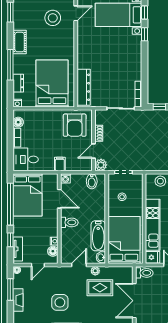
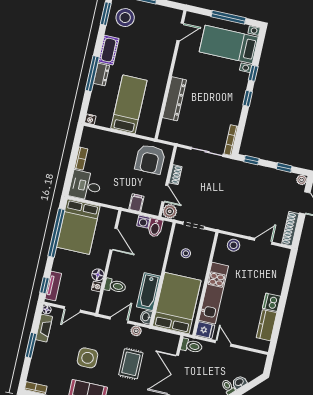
window: (145, 13) -> (248, 98), moved
stool: (53, 18) -> (125, 18), moved
dresser: (18, 83) -> (101, 74), moved
bed: (52, 84) -> (129, 104), width x0.67
dresser: (84, 87) -> (174, 99), moved
floor lamp: (18, 122) -> (86, 141), removed
door: (93, 151) -> (165, 194), swing flipped
filing cabinet: (60, 164) -> (136, 203), moved
washing machine: (65, 178) -> (143, 222), moved
toilet: (69, 222) -> (115, 286), moved
window: (10, 240) -> (45, 285), moved
floor lamp: (53, 251) -> (98, 275), moved
rug: (100, 288) -> (131, 364), moved, turned 90
window: (10, 290) -> (31, 345), moved
fireplace: (18, 300) -> (44, 328), moved

